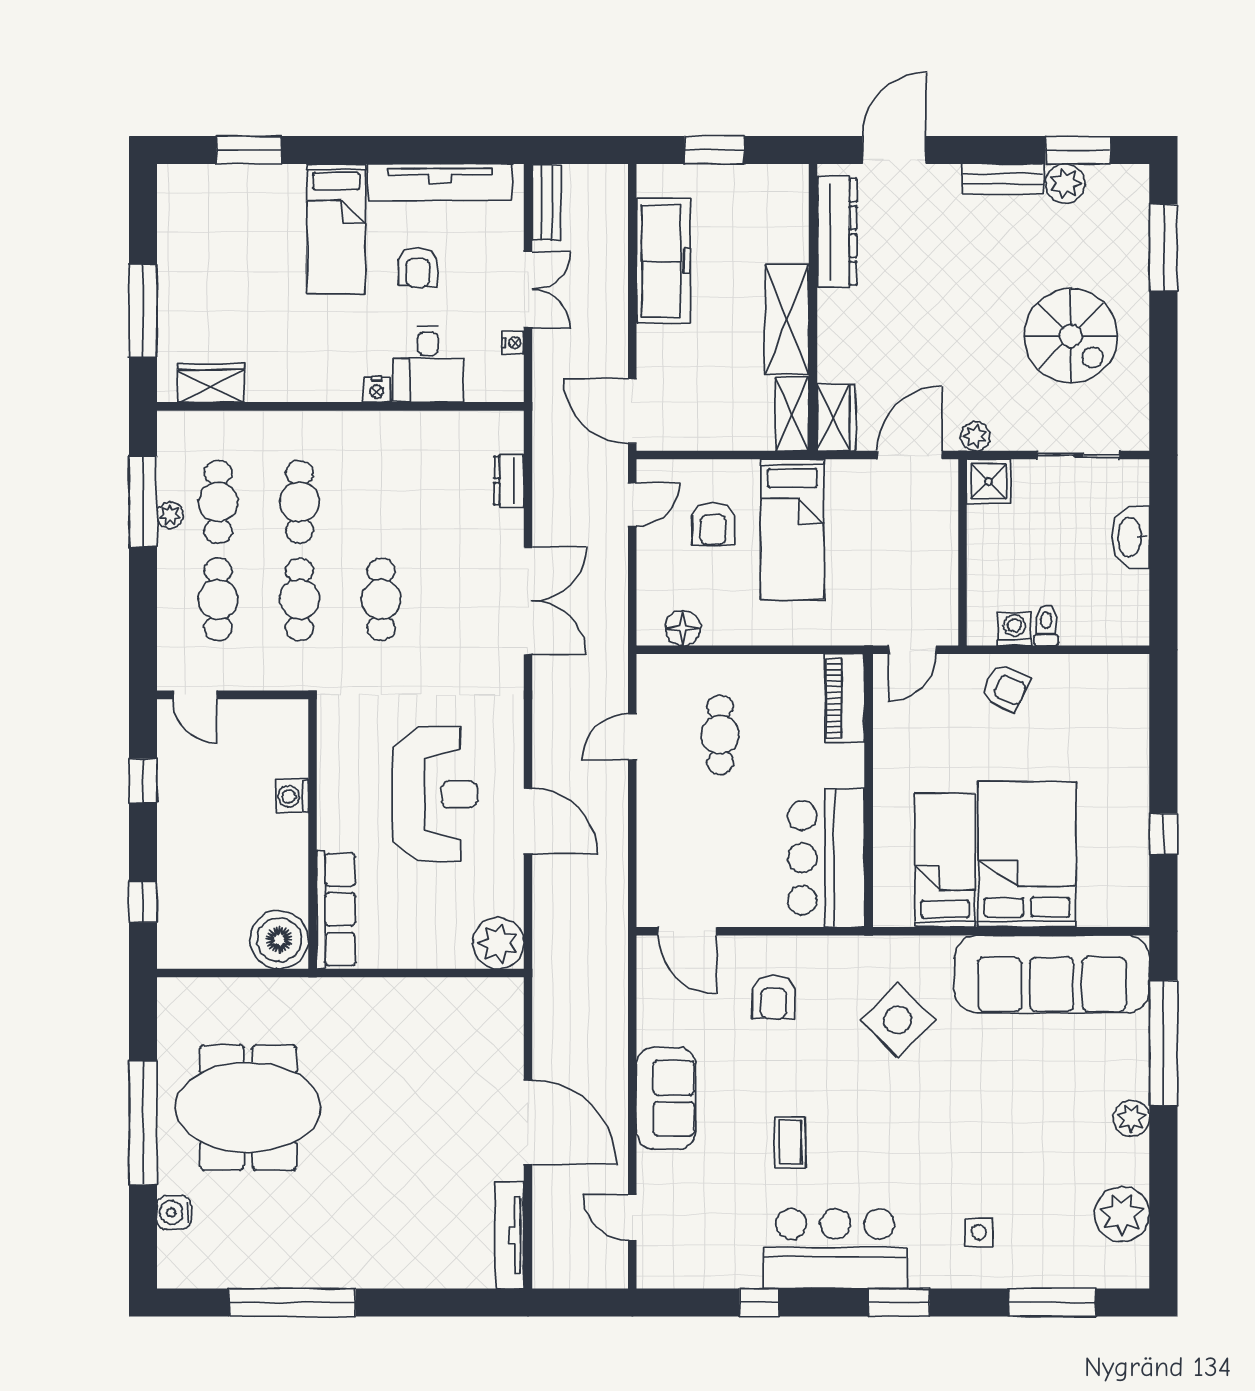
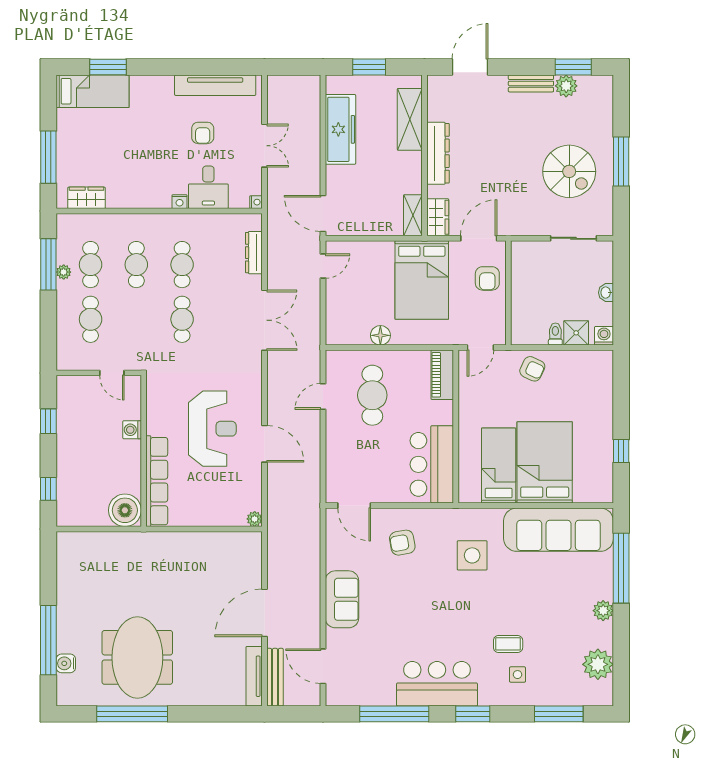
bench: (547, 203) -> (275, 677), moved, width x1.36
bed: (336, 229) -> (93, 91), moved, turned -90
dresser: (837, 232) -> (438, 153), moved
window: (1163, 248) -> (621, 162), moved
shelving: (787, 319) -> (410, 119), moved
nightstand: (513, 343) -> (256, 202), moved
plant: (975, 436) -> (516, 228), removed
dresser: (509, 481) -> (254, 253), width x1.44
shower: (989, 481) -> (576, 333), moved
armchair: (713, 524) -> (487, 278), moved
bed: (792, 529) -> (422, 280), width x1.50
washbasin: (1131, 537) -> (606, 293), width x0.52, depth x0.69
cafe table: (300, 599) -> (182, 265), moved
floor lamp: (683, 628) -> (380, 335), moved
washing machine: (1014, 629) -> (604, 336), moved
door: (195, 695) -> (112, 373), moved
cafe table: (720, 735) -> (372, 395), width x1.37, depth x1.35
row of seats: (336, 909) -> (157, 481), width x1.36
plant: (498, 943) -> (255, 519), width x0.53, depth x0.53
armchair: (773, 997) -> (402, 543), turned 80
side table: (898, 1020) -> (472, 555), turned 45
meeting table: (248, 1107) -> (137, 657), moved, turned 90
window: (143, 1122) -> (48, 640), moved
door: (528, 1122) -> (265, 613), swing flipped
coffee table: (790, 1142) -> (508, 644), moved, turned 90
door: (632, 1217) -> (323, 666), width x1.37
window: (759, 1302) -> (394, 714), width x3.17

